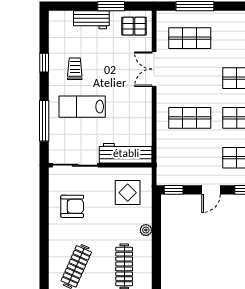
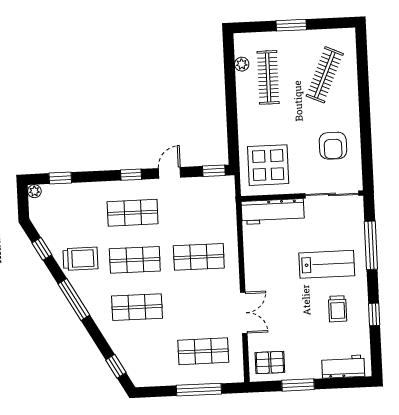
workbench: (91, 20) -> (343, 367), moved
display table: (128, 193) -> (268, 165), width x1.36, depth x1.36
armchair: (72, 206) -> (333, 146), turned -90
plant: (146, 230) -> (242, 64), moved

